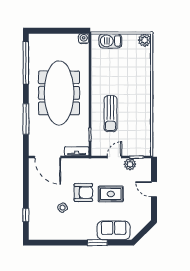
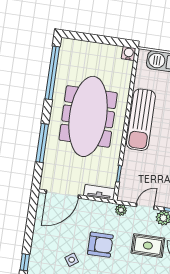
sun lounger: (111, 114) -> (141, 120), moved, width x1.36, depth x1.34
door: (48, 157) -> (62, 194), hinge flipped
plant: (96, 163) -> (121, 210), added
rug: (111, 194) -> (148, 246), moved

